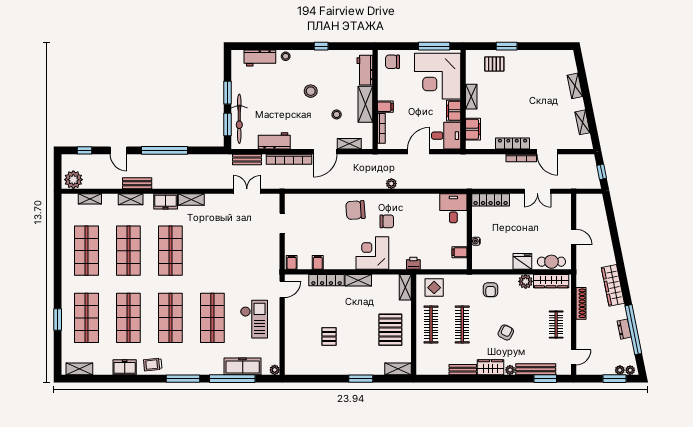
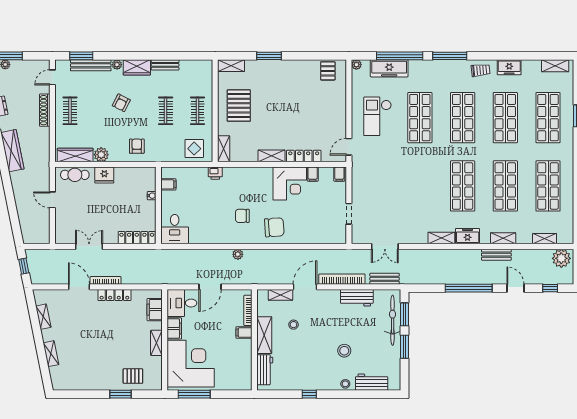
chair: (393, 62) -> (237, 378), removed
stool: (311, 91) -> (344, 351), moved
corner desk: (372, 253) -> (290, 184), moved
shoe rack: (581, 303) -> (45, 110), moved
clothes rail: (431, 325) -> (197, 111), width x0.73
clothes rail: (462, 325) -> (166, 111), width x0.73
pallet: (329, 337) -> (328, 71), moved

